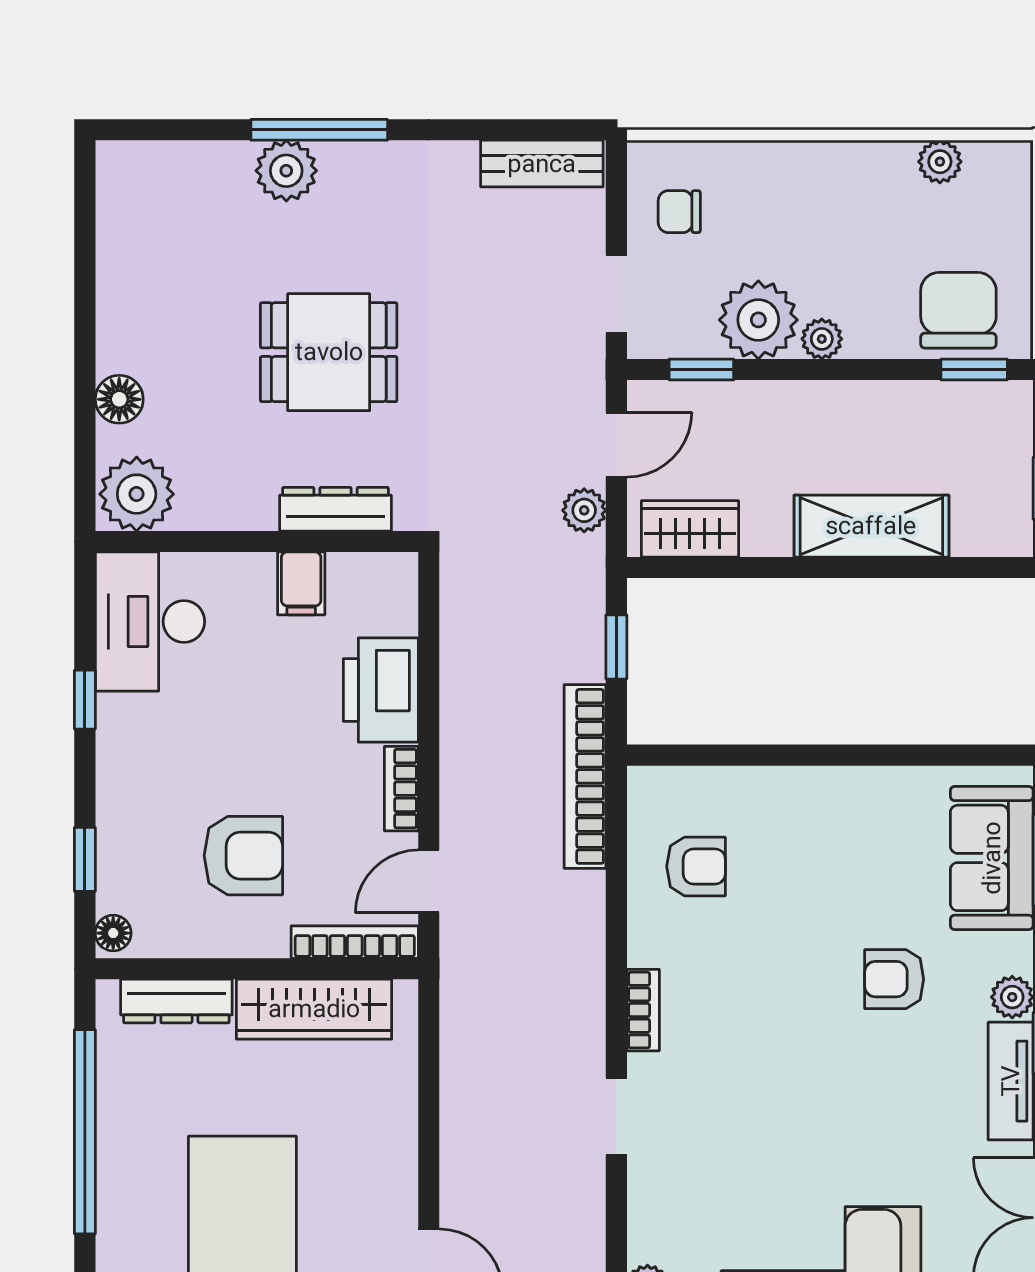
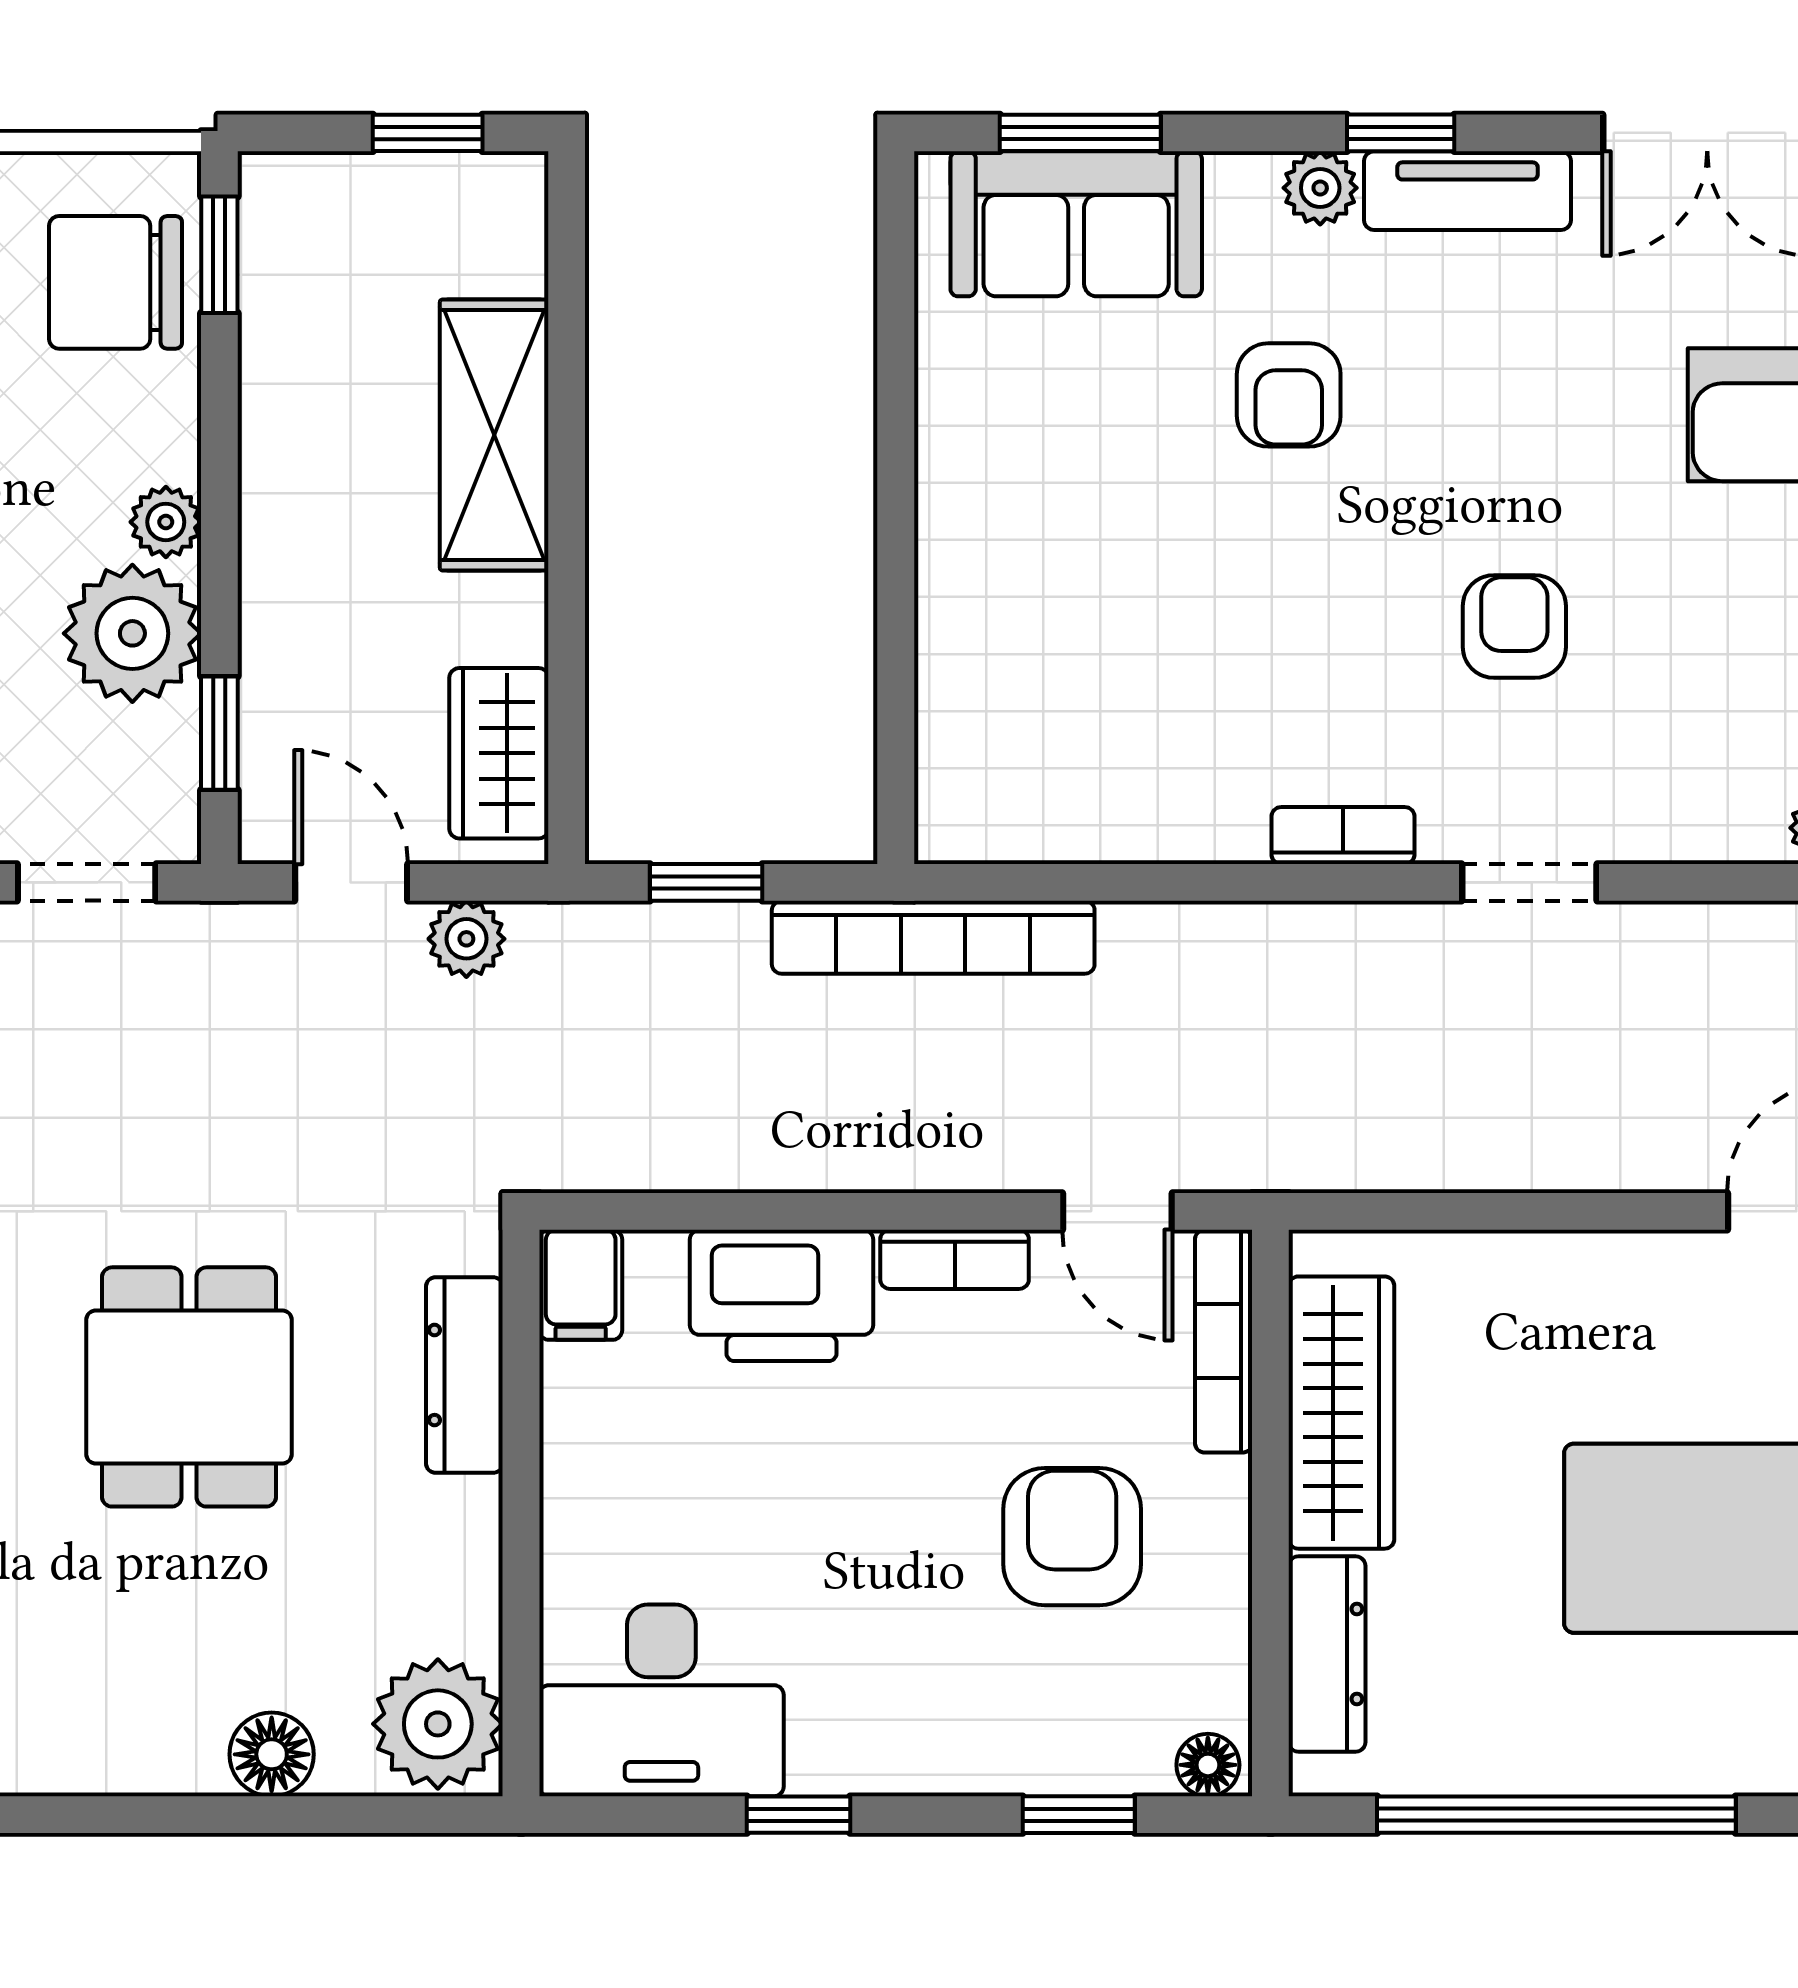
filing cabinet: (301, 583) -> (581, 1285), moved, turned 90
armchair: (696, 866) -> (1514, 626), moved

